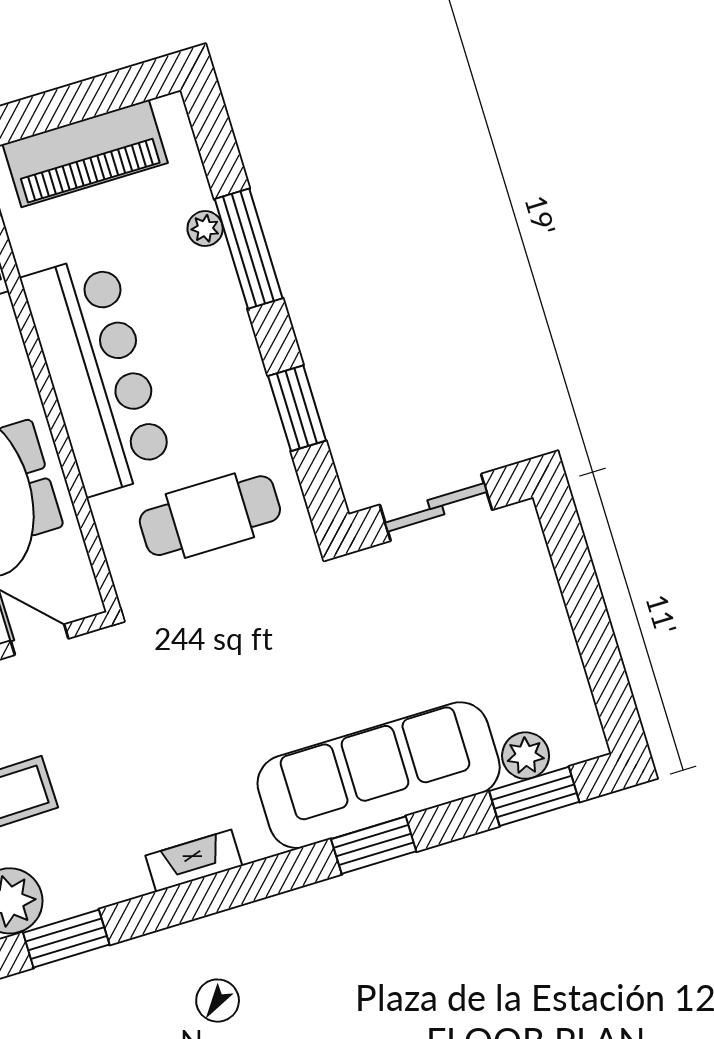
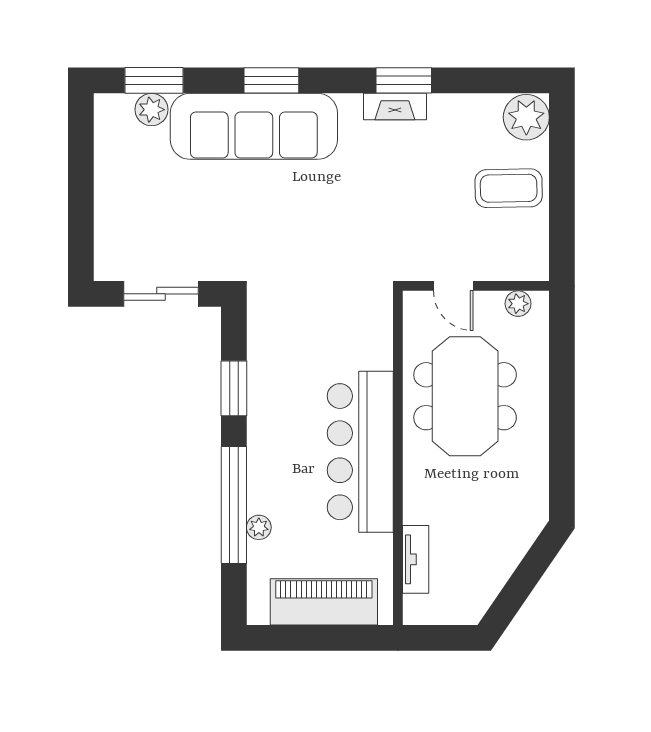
window: (249, 249) -> (234, 505), width x1.46
cafe table: (210, 516) -> (314, 334), removed
window: (66, 939) -> (404, 80), moved

